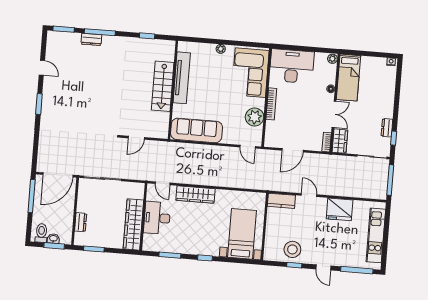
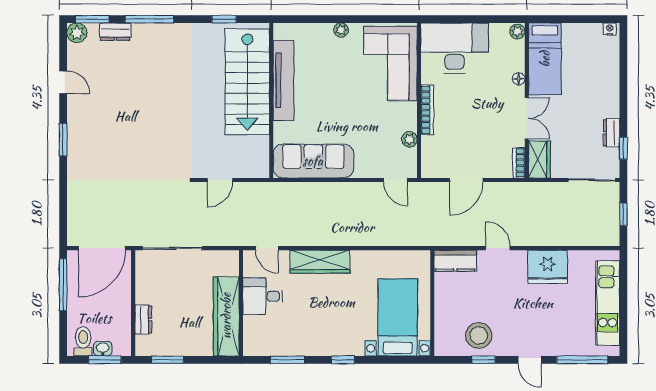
plant: (53, 37) -> (77, 33), added
dresser: (91, 39) -> (115, 32), moved
stairs: (163, 86) -> (247, 82), width x1.36, depth x1.51
plant: (255, 117) -> (409, 139), width x0.53, depth x0.53
window: (390, 180) -> (623, 214), width x0.46
desk: (157, 218) -> (263, 296), width x0.73

